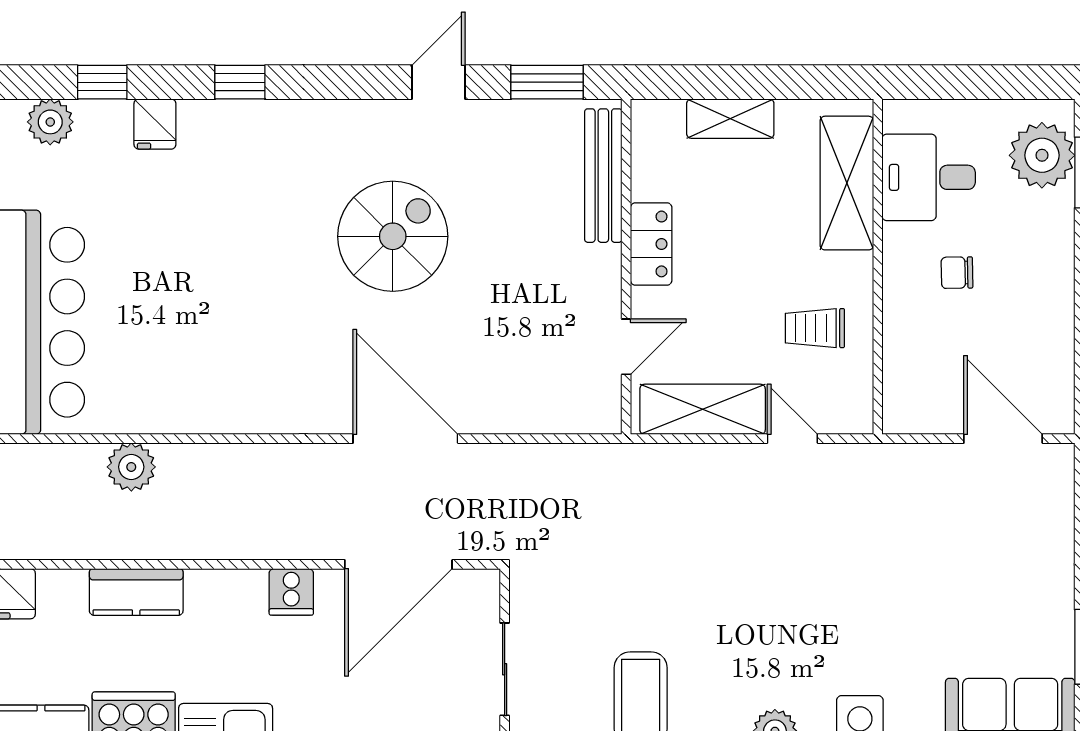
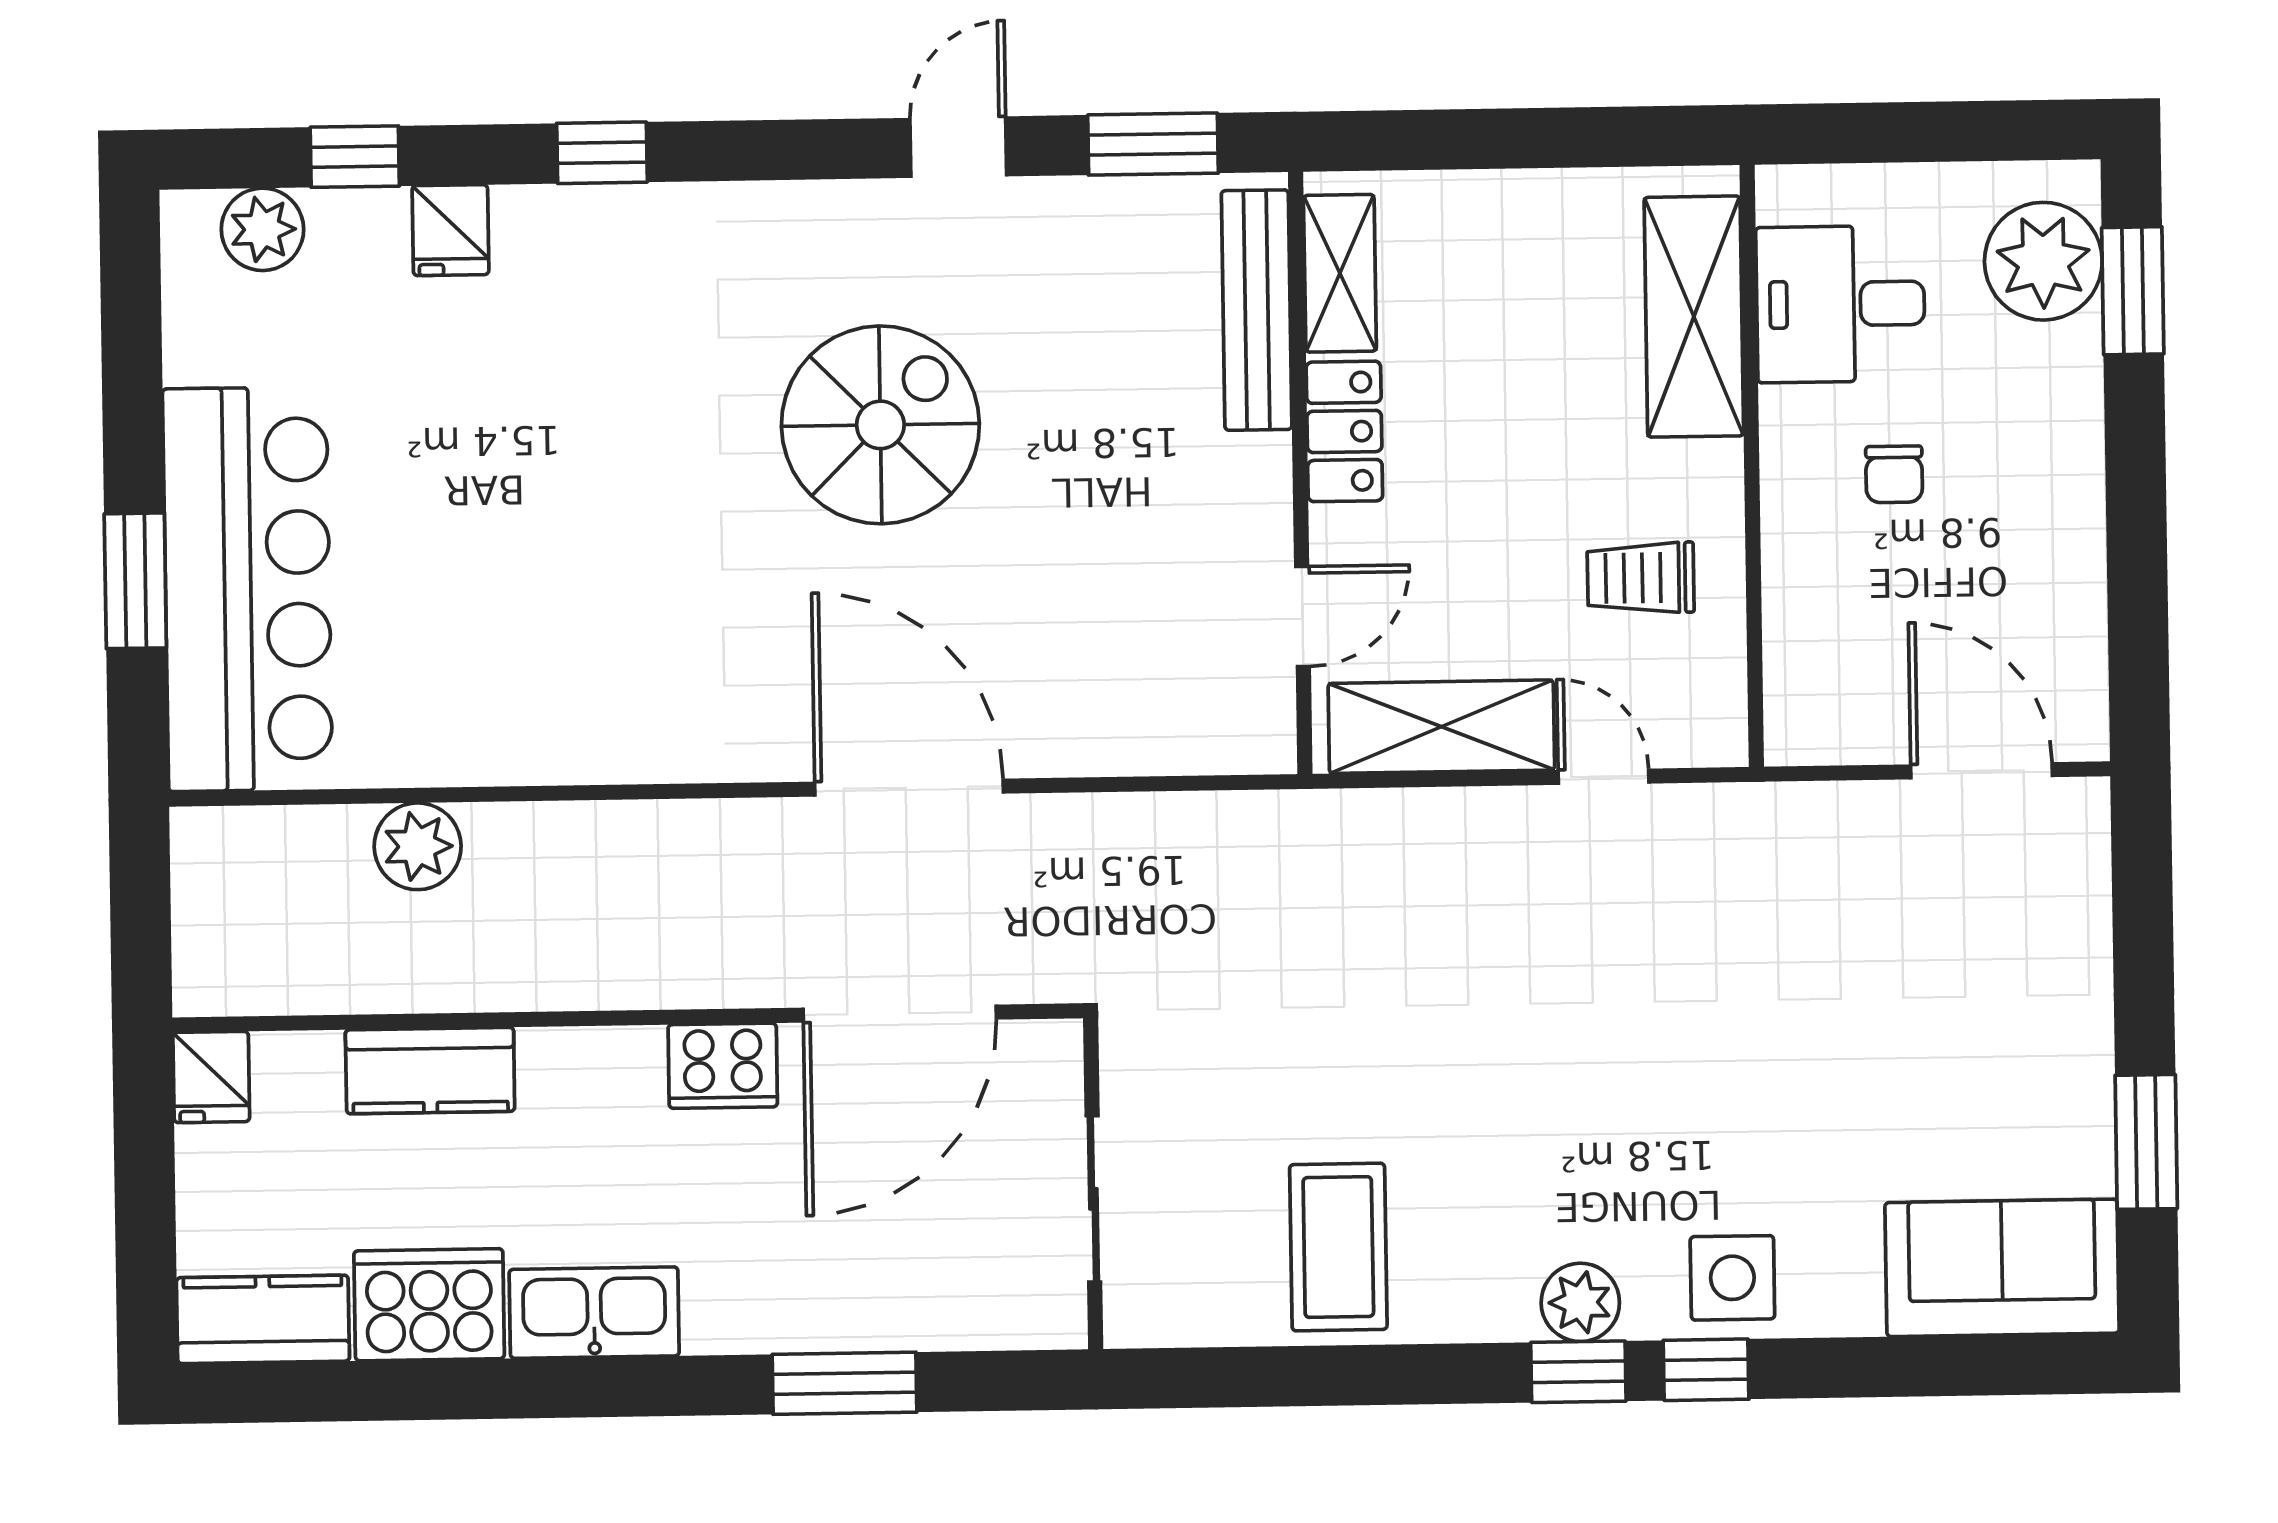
shelving: (730, 119) -> (1340, 273), moved, turned 90
chair: (957, 273) -> (1894, 474), turned -89
cooker: (291, 592) -> (723, 1066), width x1.36

